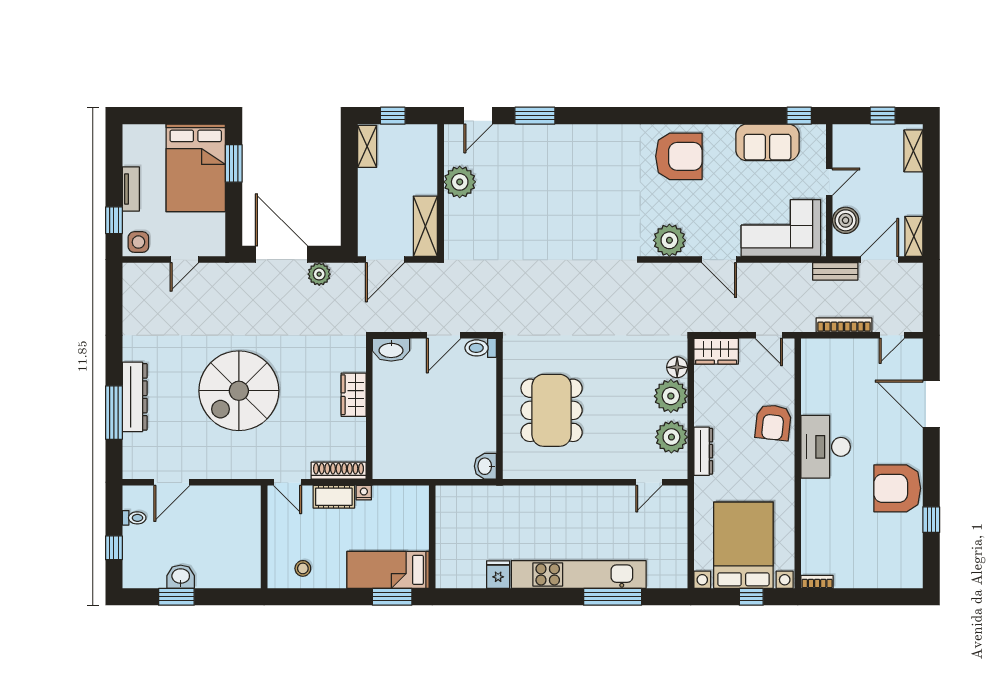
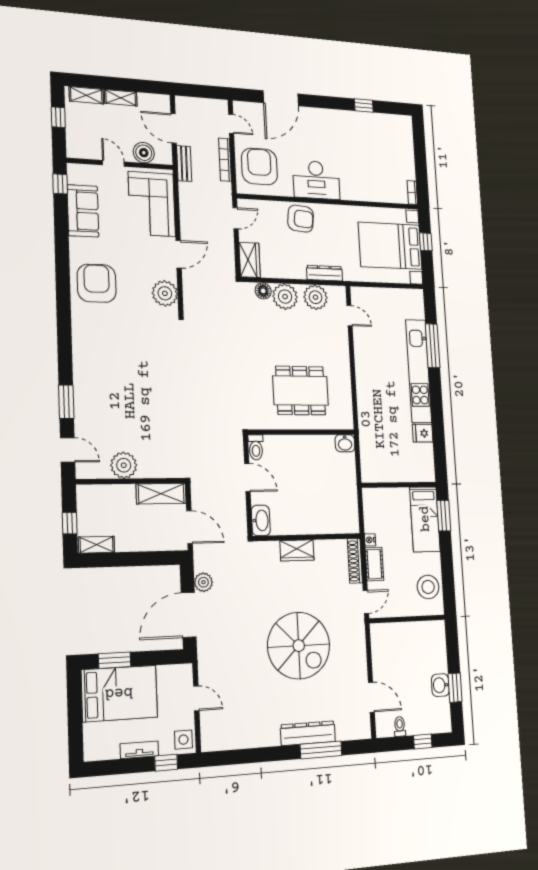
shelving: (914, 236) -> (121, 98), moved
armchair: (897, 488) -> (259, 167), moved, turned 180
stool: (303, 568) -> (428, 587), width x1.89, depth x1.89

